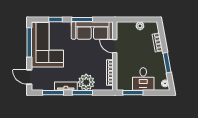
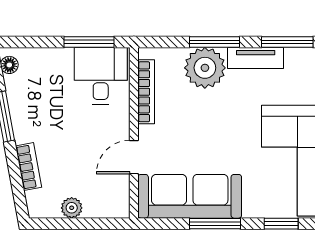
door: (115, 46) -> (134, 157), swing flipped
desk: (143, 79) -> (101, 76), moved

